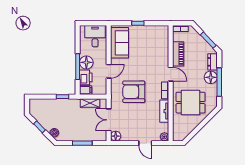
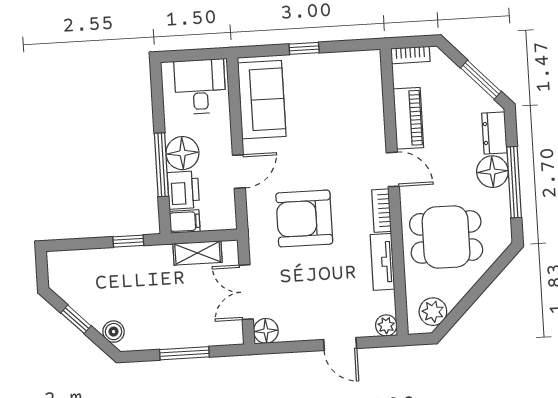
plant: (183, 132) -> (433, 312), added

